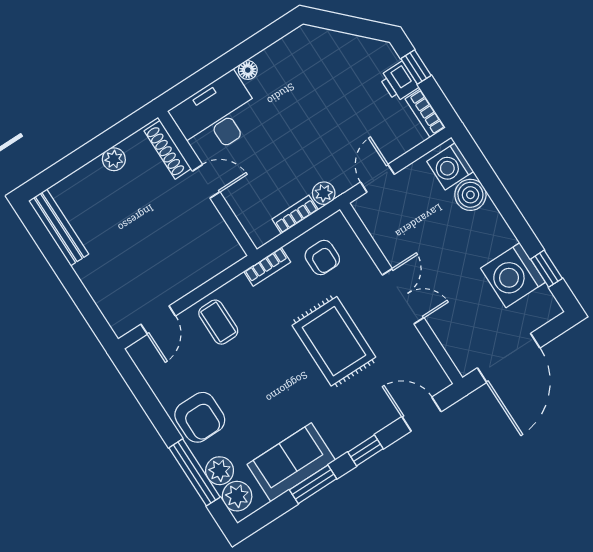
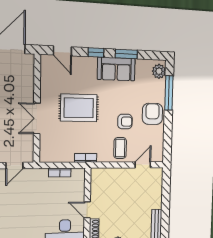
plant: (324, 193) -> (42, 174), removed
armchair: (322, 257) -> (125, 122), moved, turned 90
double door: (403, 296) -> (37, 118), moved
rug: (334, 341) -> (79, 108), turned 90
sofa: (291, 462) -> (116, 69), moved
plant: (220, 471) -> (159, 87), removed

